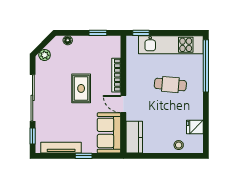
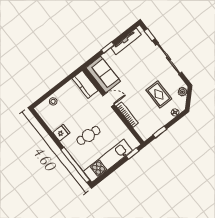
rug: (81, 88) -> (159, 94), moved
fridge: (195, 127) -> (61, 133), moved

